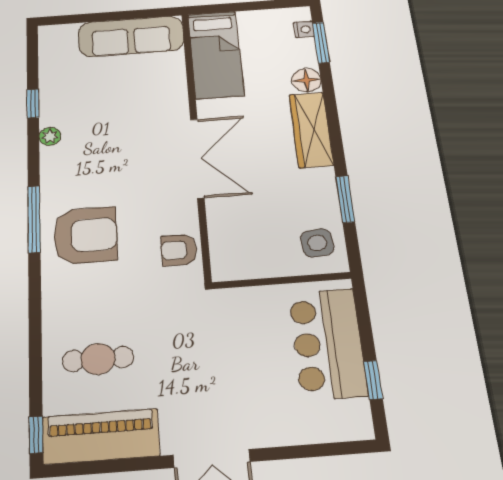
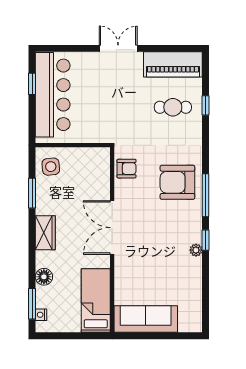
window: (33, 103) -> (206, 240), moved
wardrobe: (311, 130) -> (45, 233), width x0.67
bar counter: (328, 344) -> (53, 95), width x1.36
window: (36, 435) -> (206, 105), moved

